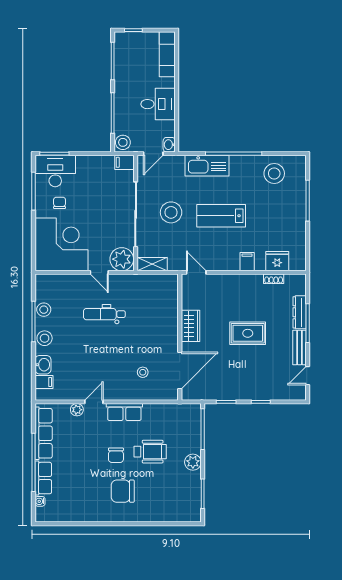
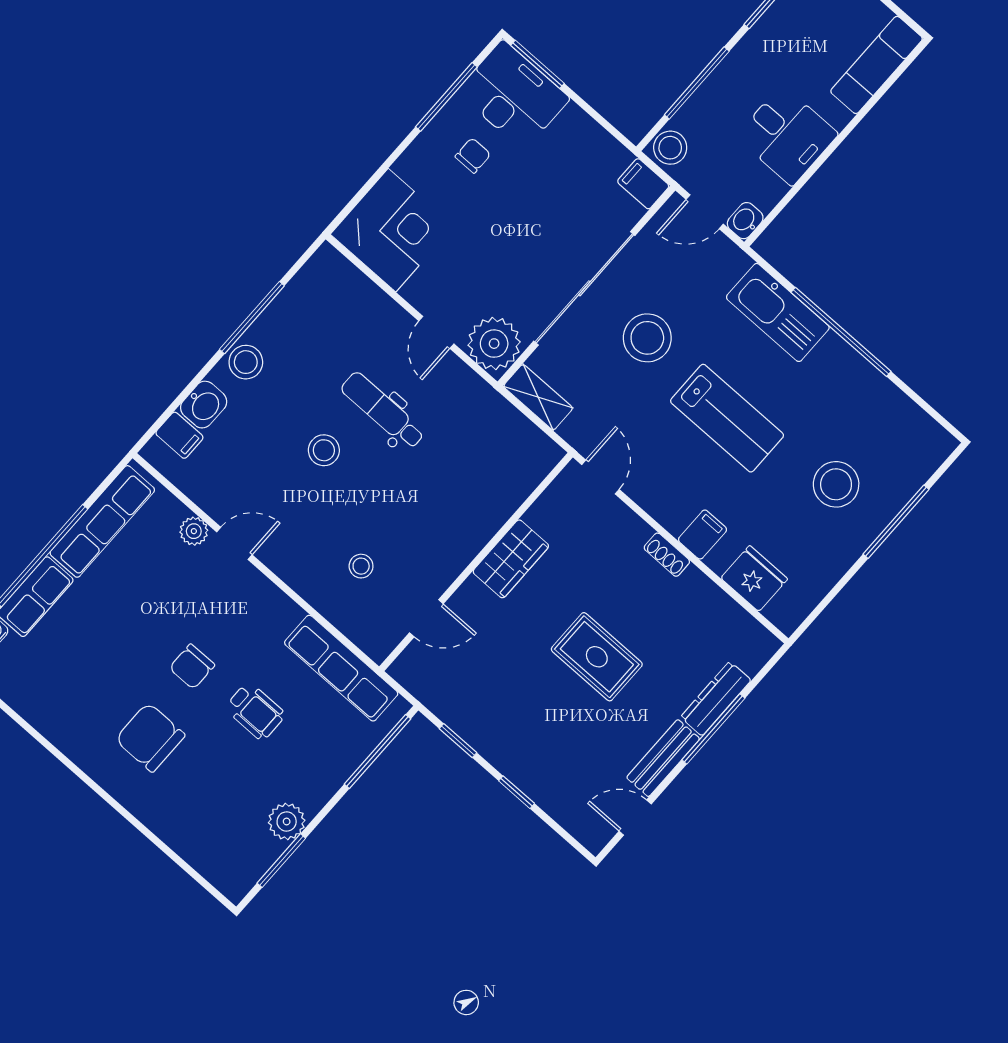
stool: (274, 173) -> (836, 484), moved
lab bench: (221, 216) -> (727, 418), turned 180
corner desk: (61, 244) -> (392, 230), width x0.74, depth x0.74
shoe rack: (274, 279) -> (667, 555), moved
stool: (44, 310) -> (324, 450), moved
door: (180, 370) -> (426, 618), width x0.53
row of seats: (124, 412) -> (341, 668), moved, width x1.48
wheelchair: (150, 452) -> (255, 711), width x0.73, depth x0.73
plant: (193, 462) -> (287, 822), moved

